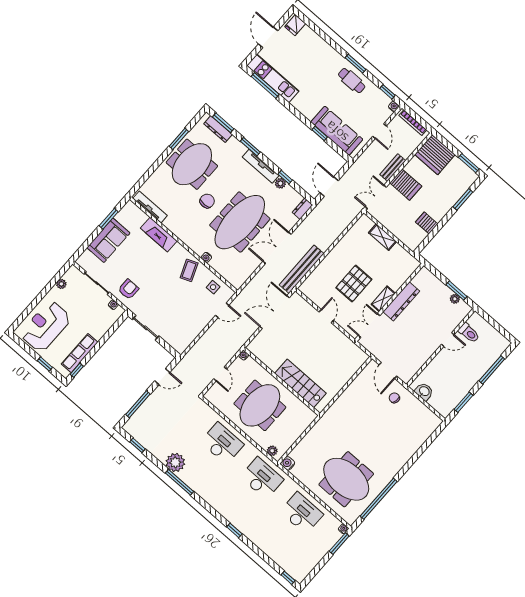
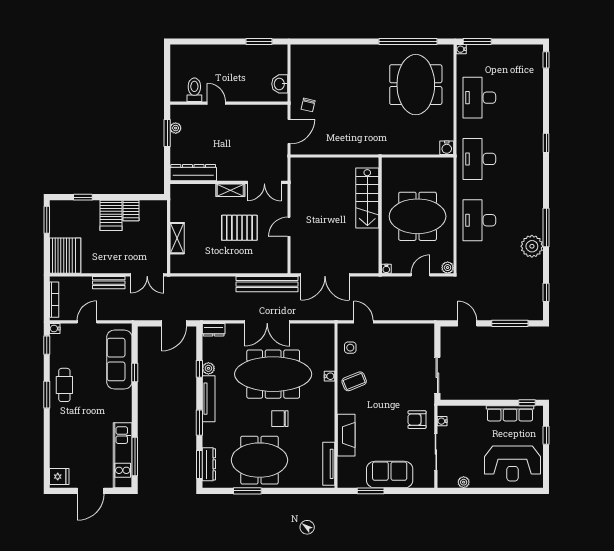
server rack: (406, 185) -> (111, 215), moved, turned 180
window: (463, 199) -> (83, 197), width x0.67
dresser: (401, 301) -> (193, 173), moved
window: (492, 370) -> (209, 41), removed
plant: (272, 451) -> (448, 268), moved

